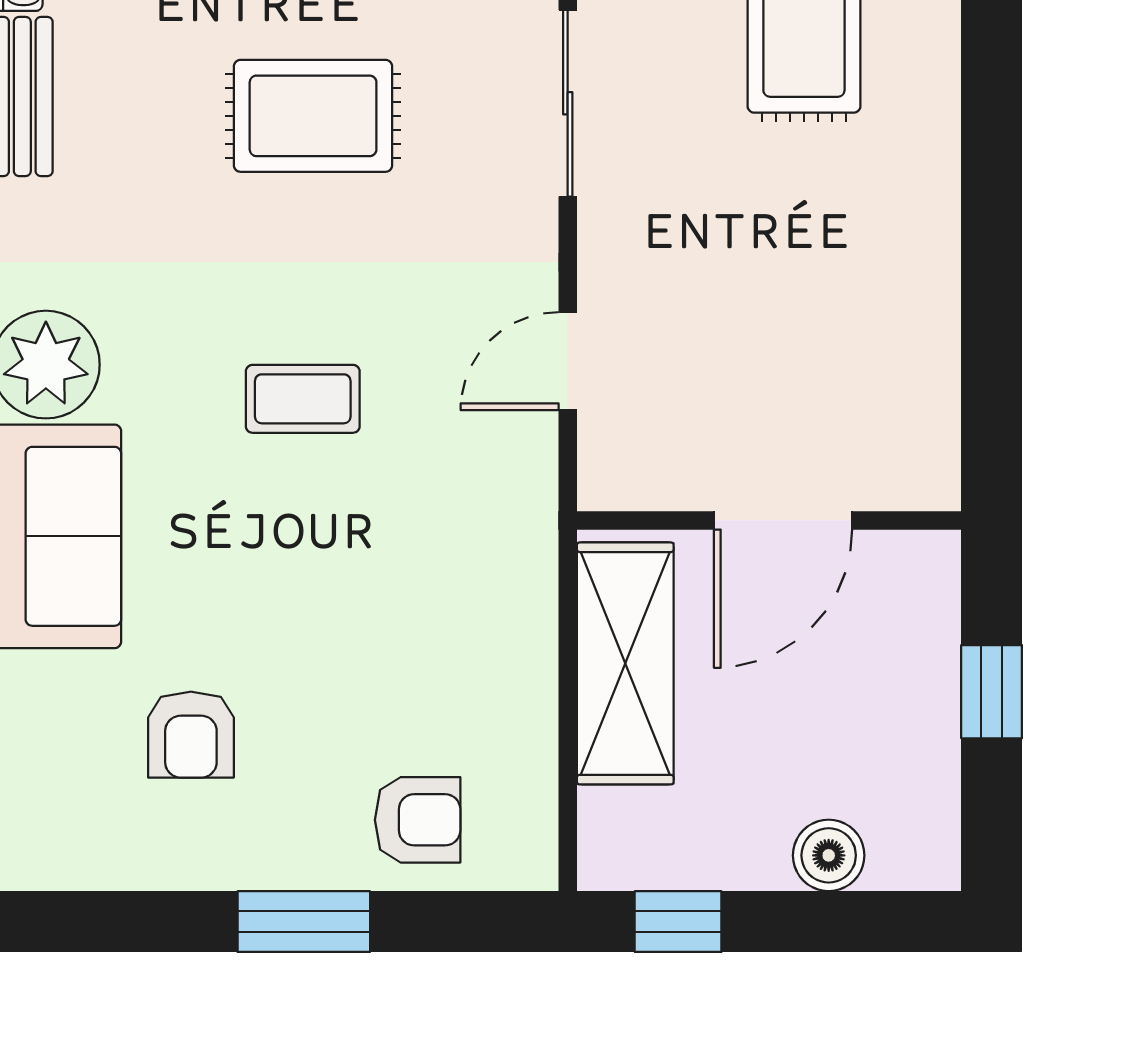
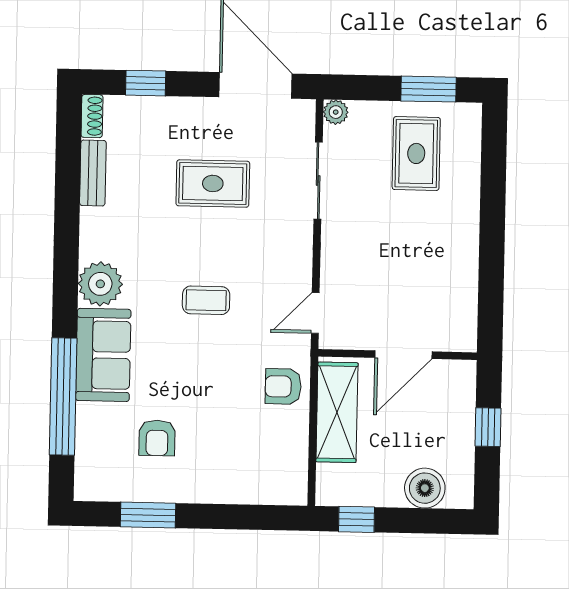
door: (568, 361) -> (315, 313), moved
armchair: (418, 820) -> (283, 386), moved, turned 180
boiler: (829, 855) -> (425, 488), width x1.36, depth x1.36
window: (304, 922) -> (148, 515), moved

